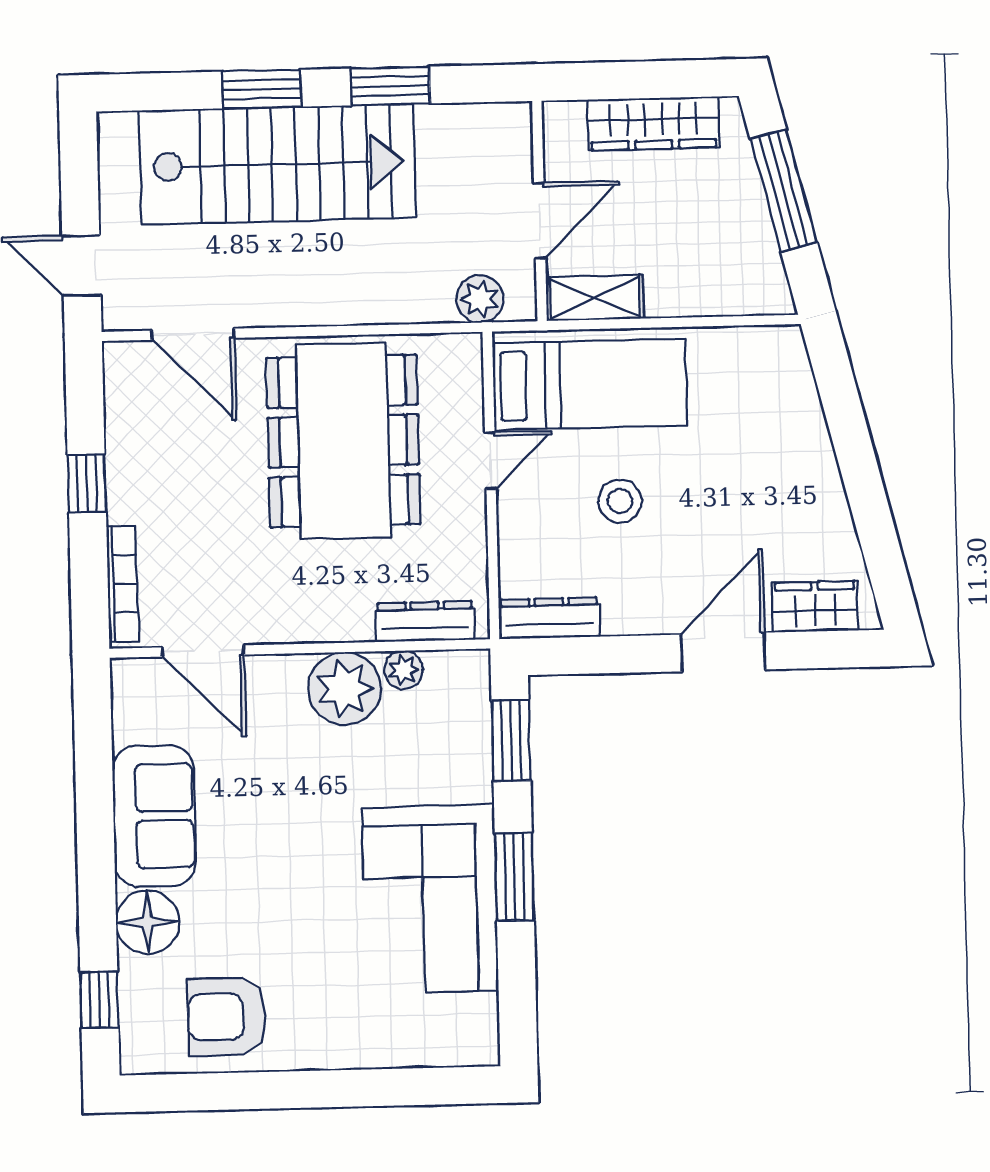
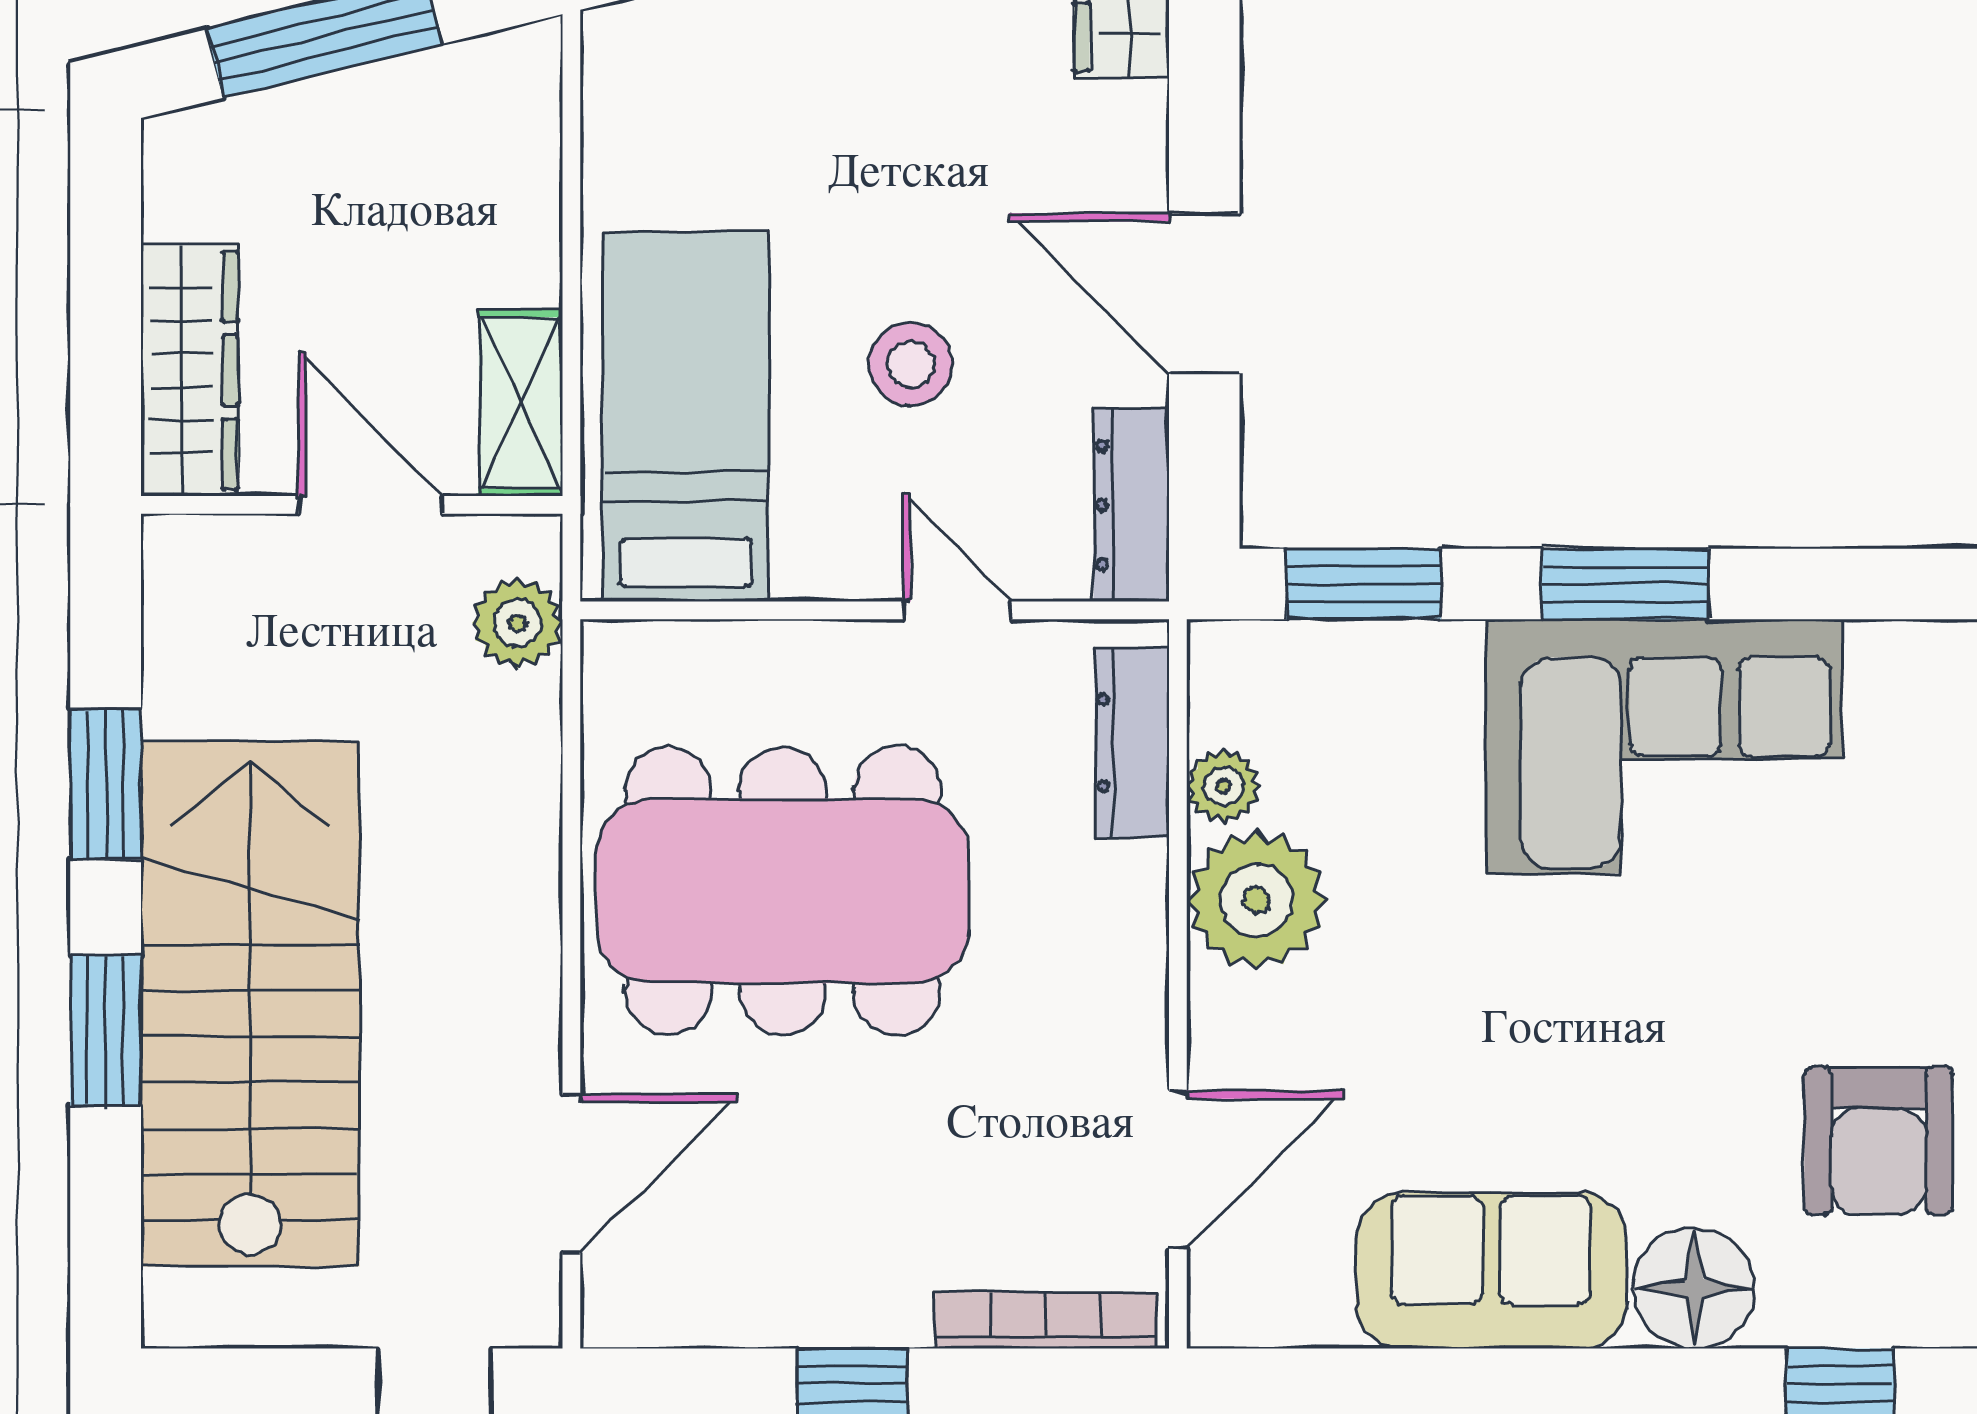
wardrobe: (653, 123) -> (189, 370), moved
door: (490, 461) -> (957, 610), moved
door: (723, 652) -> (1204, 294), moved

